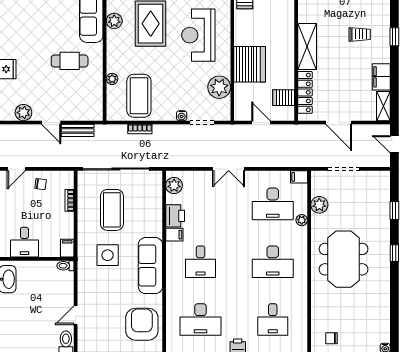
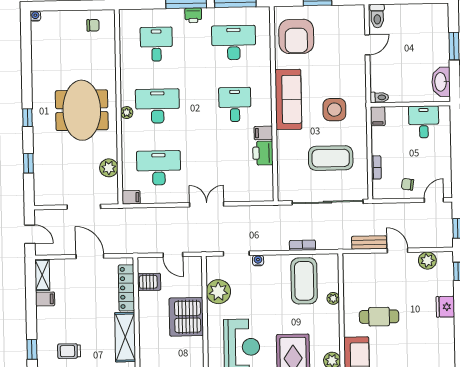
filing cabinet: (381, 77) -> (45, 299), width x0.50
plant: (174, 185) -> (265, 186), removed
coffee table: (112, 210) -> (331, 158), turned 90
plant: (302, 220) -> (127, 113), moved

